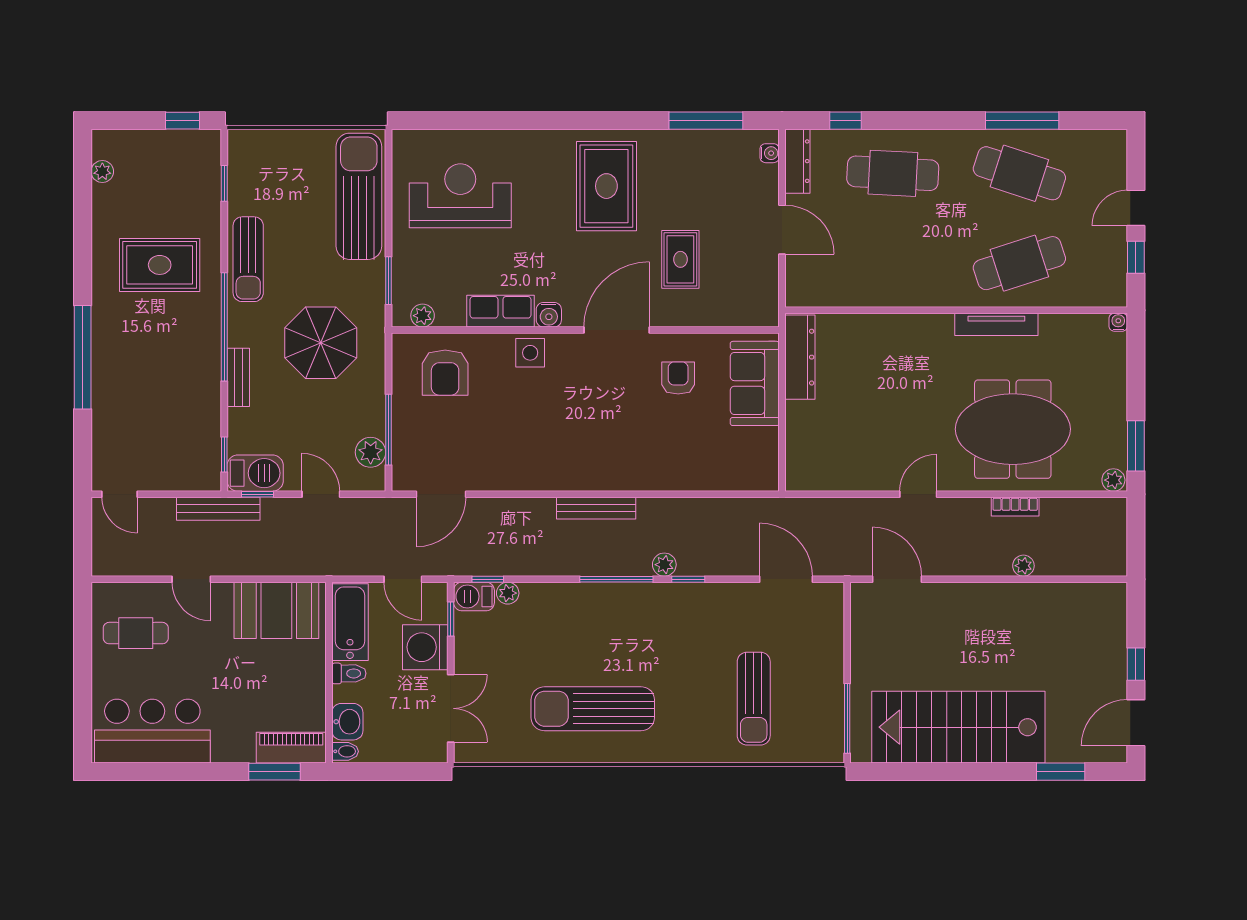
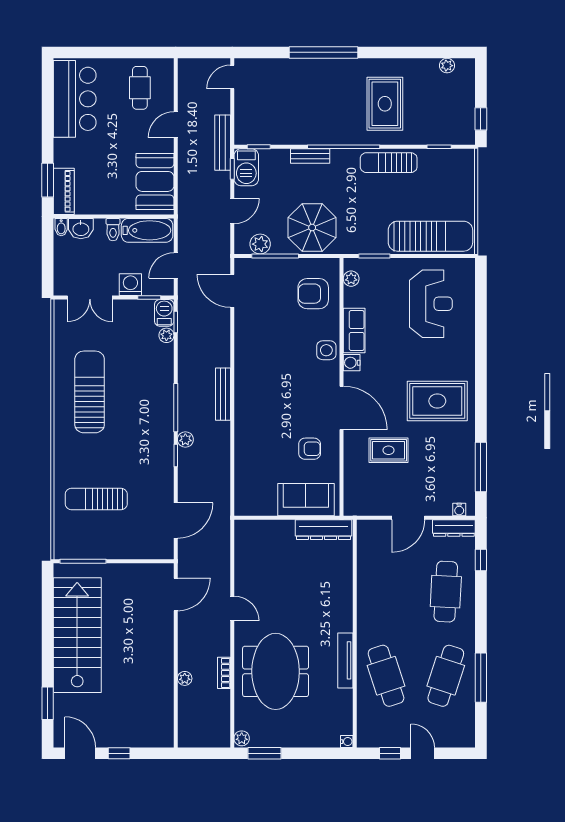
parasol: (321, 343) -> (312, 228), moved
washing machine: (425, 647) -> (130, 285), width x0.73, depth x0.73

